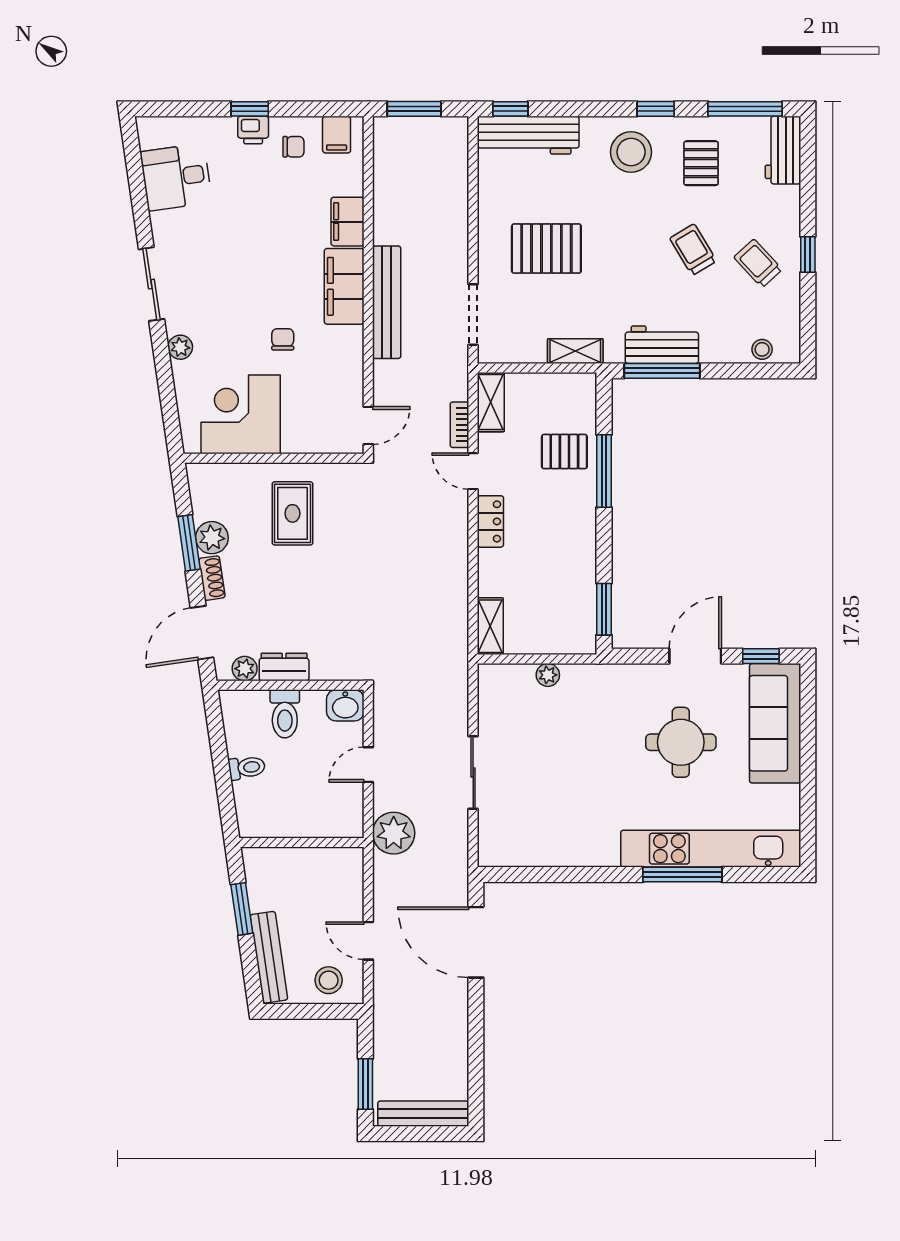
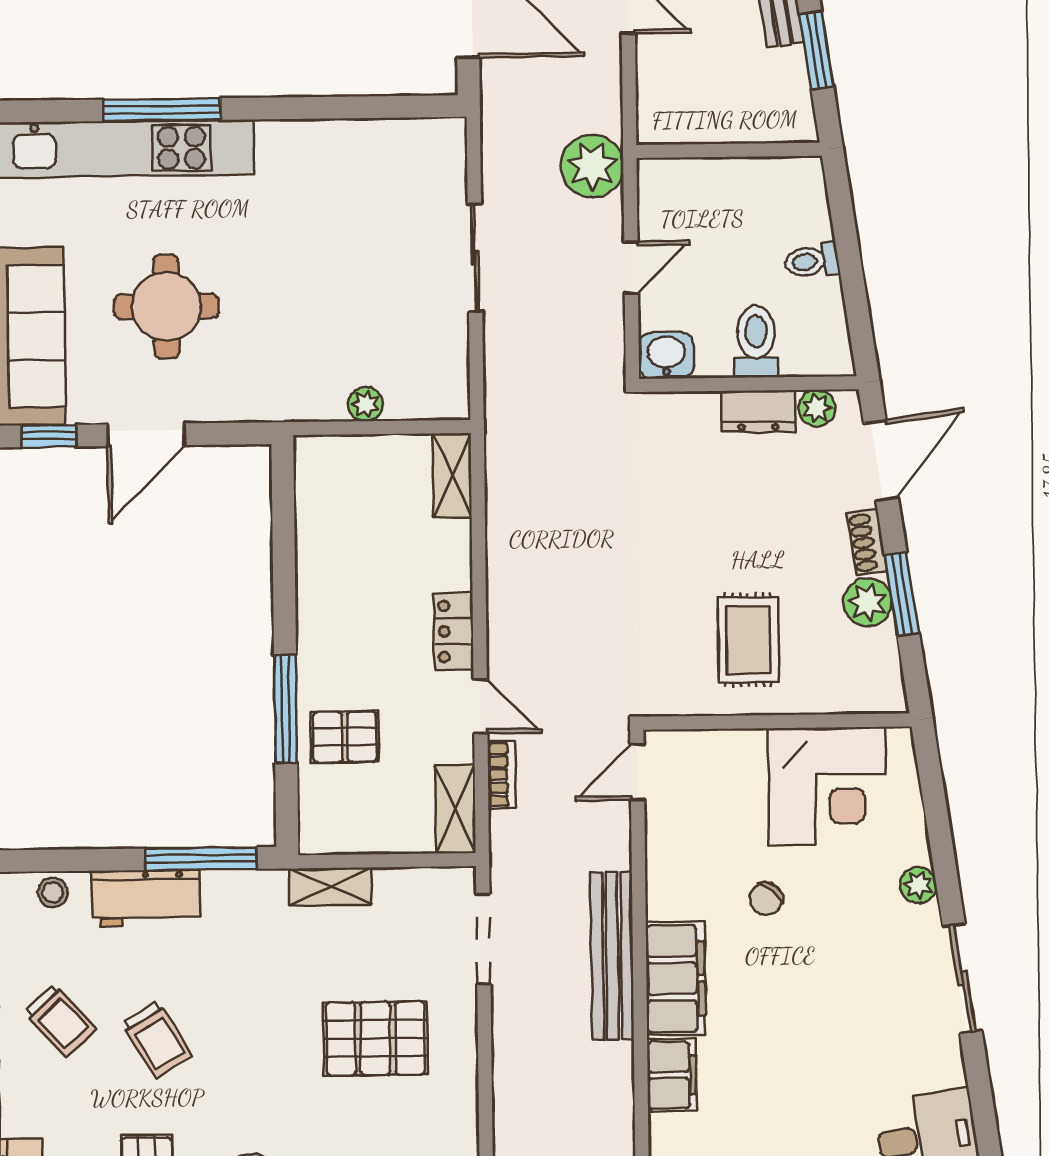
chair: (283, 339) -> (766, 899), turned 39
workbench: (662, 345) -> (146, 898), moved
window: (604, 609) -> (283, 503), removed

